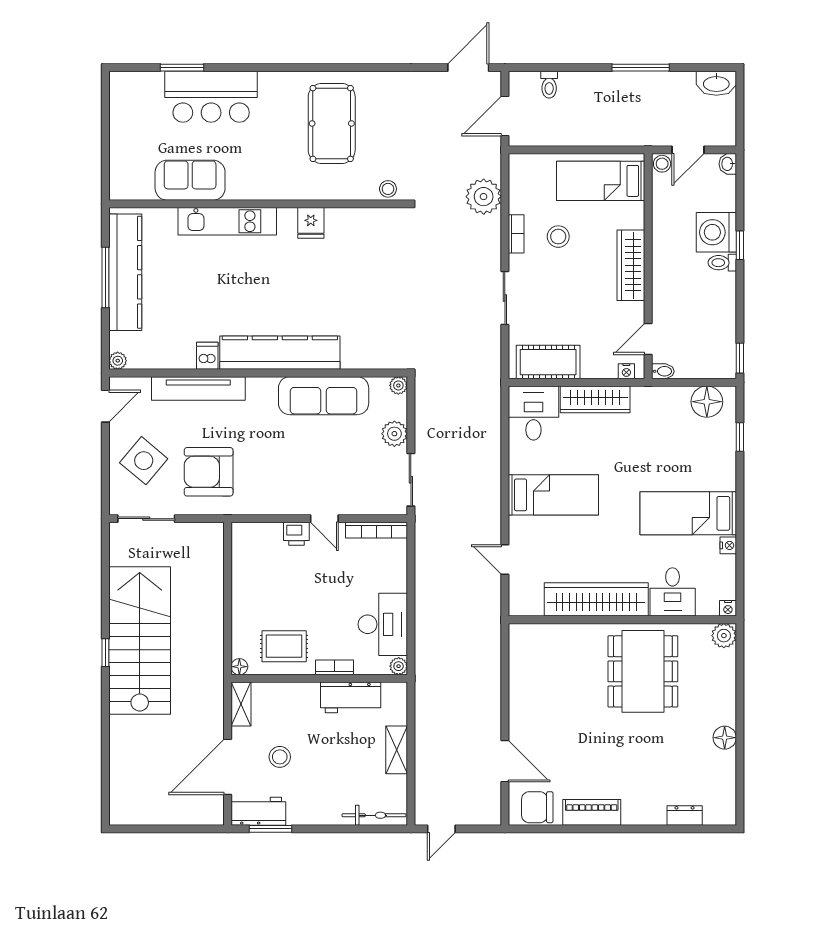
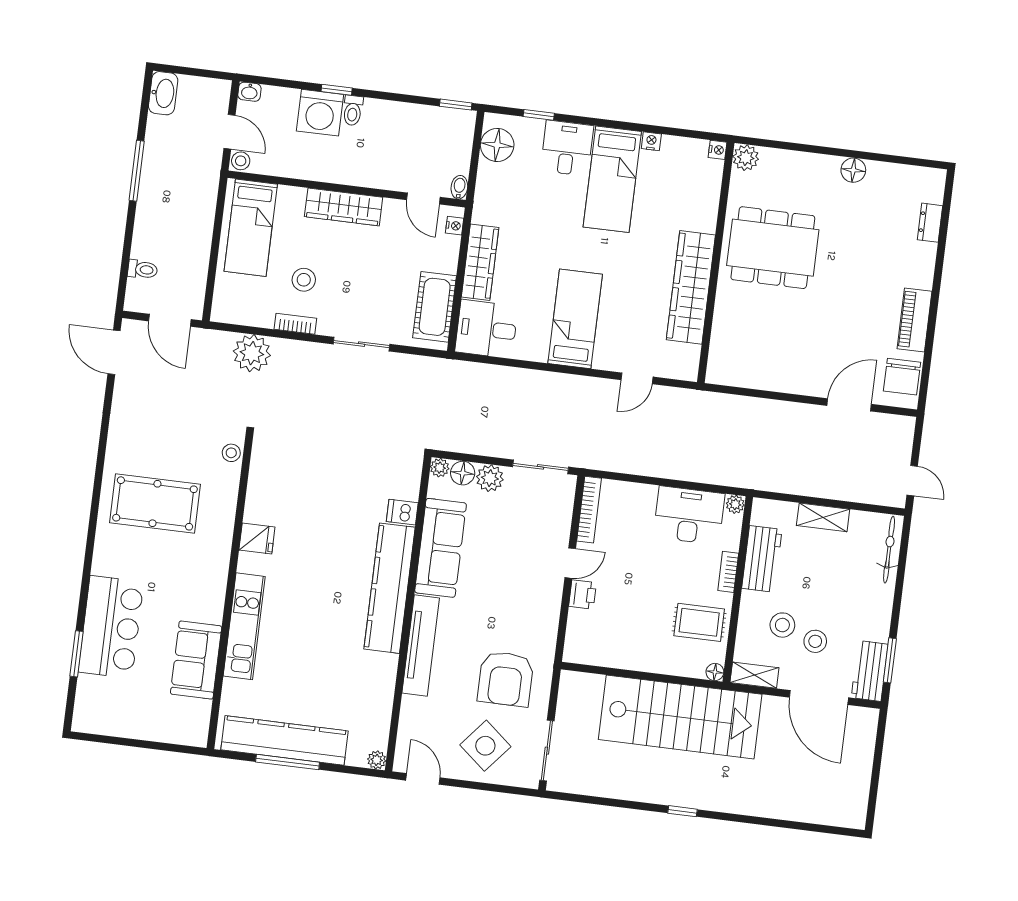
dishwasher: (207, 356) -> (402, 512), moved
tv unit: (198, 389) -> (421, 645), moved
floor lamp: (396, 408) -> (463, 473), added
desk: (673, 592) -> (567, 148), moved, turned -90
stairs: (140, 640) -> (680, 717), moved, turned 180
rug: (284, 646) -> (699, 622), turned 90
stool: (291, 724) -> (782, 625), added

